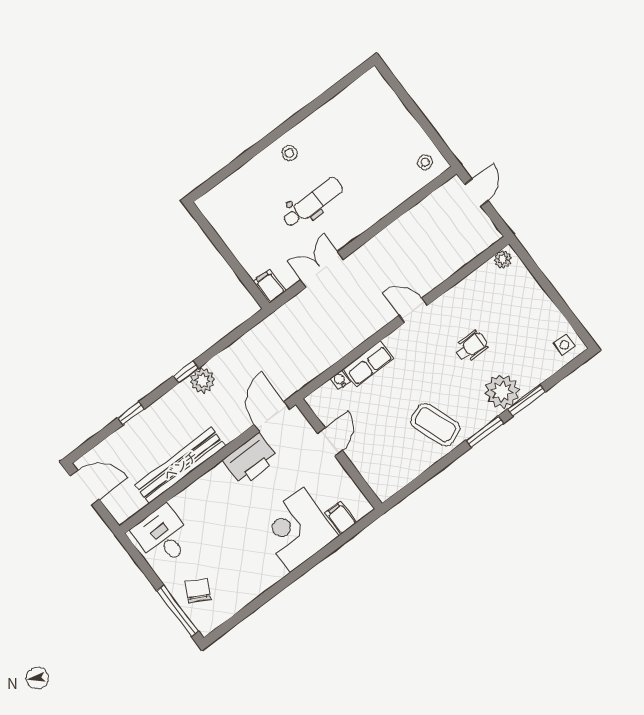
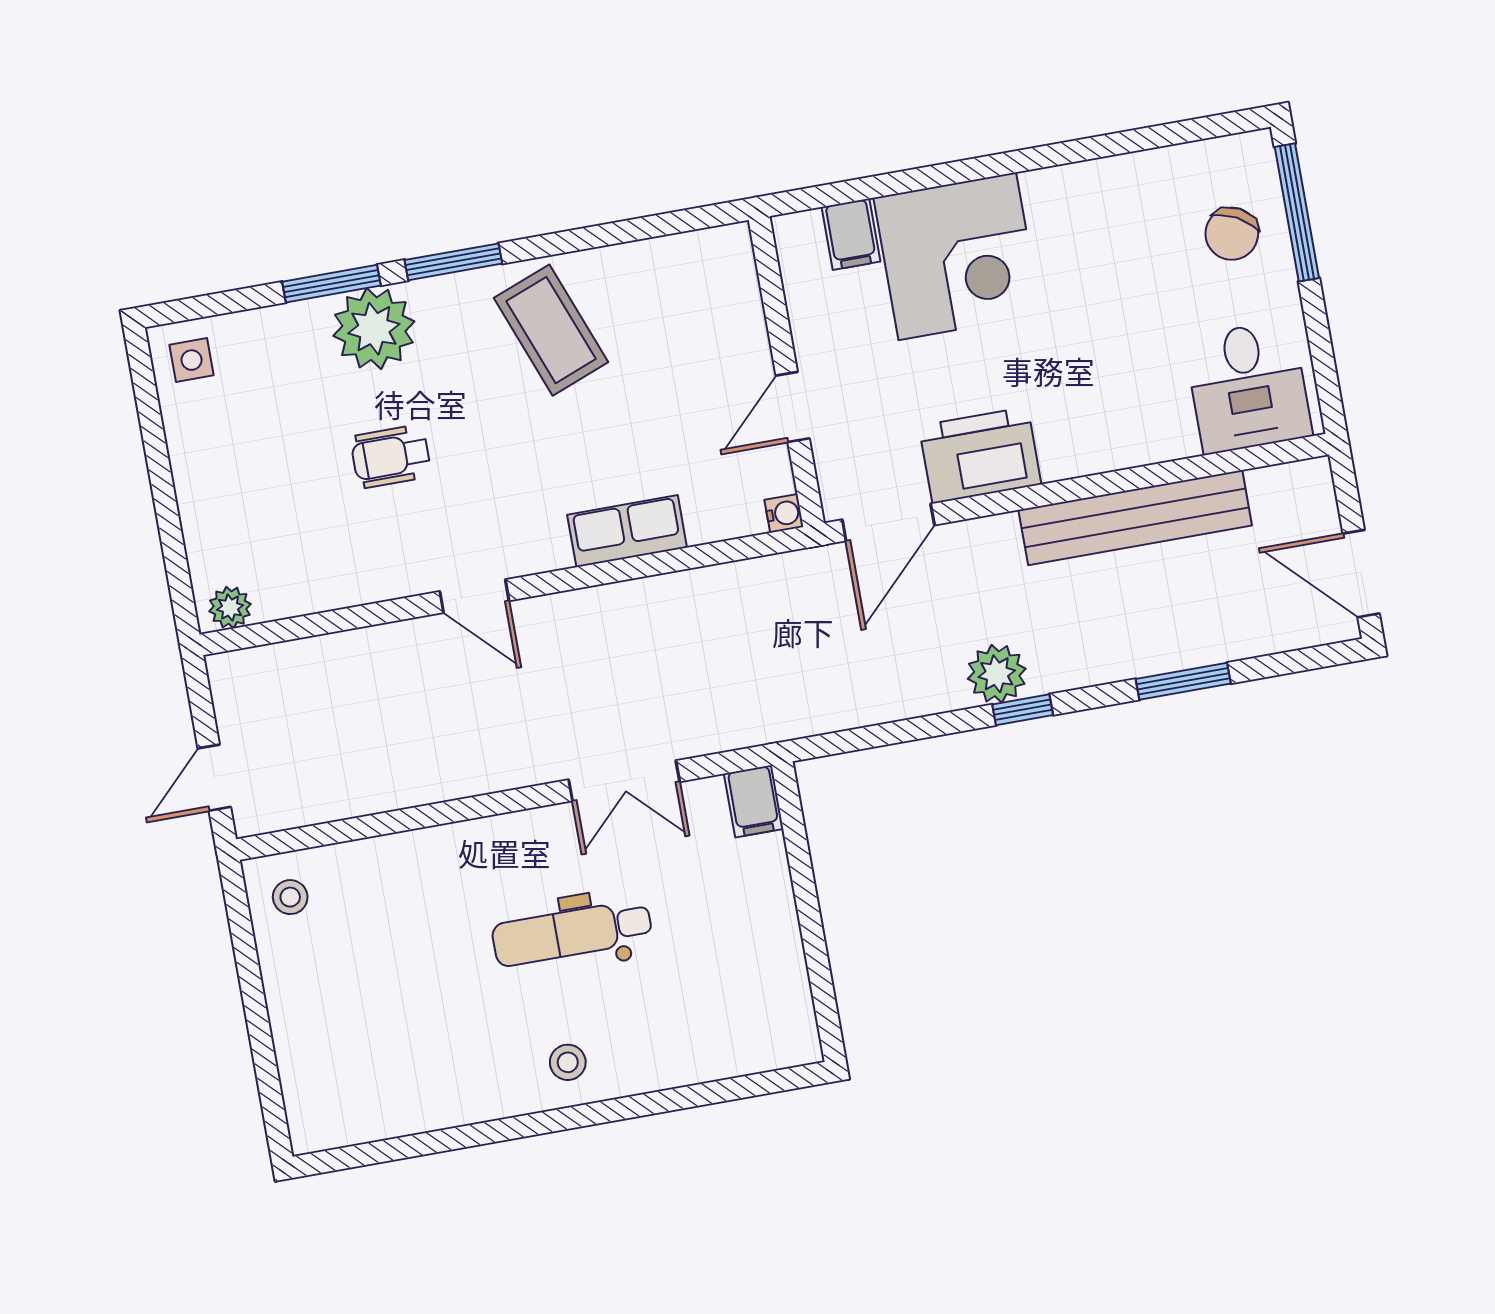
water cooler: (340, 380) -> (784, 513), moved, turned -90
window: (131, 413) -> (1183, 681), width x1.50

